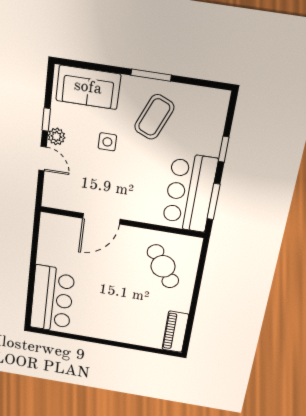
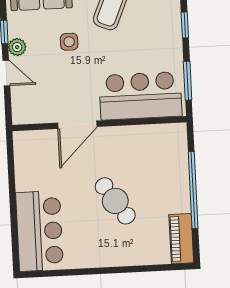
bar counter: (190, 193) -> (140, 96), moved, turned 90
cafe table: (163, 266) -> (115, 201), moved
window: (195, 296) -> (193, 190), added

